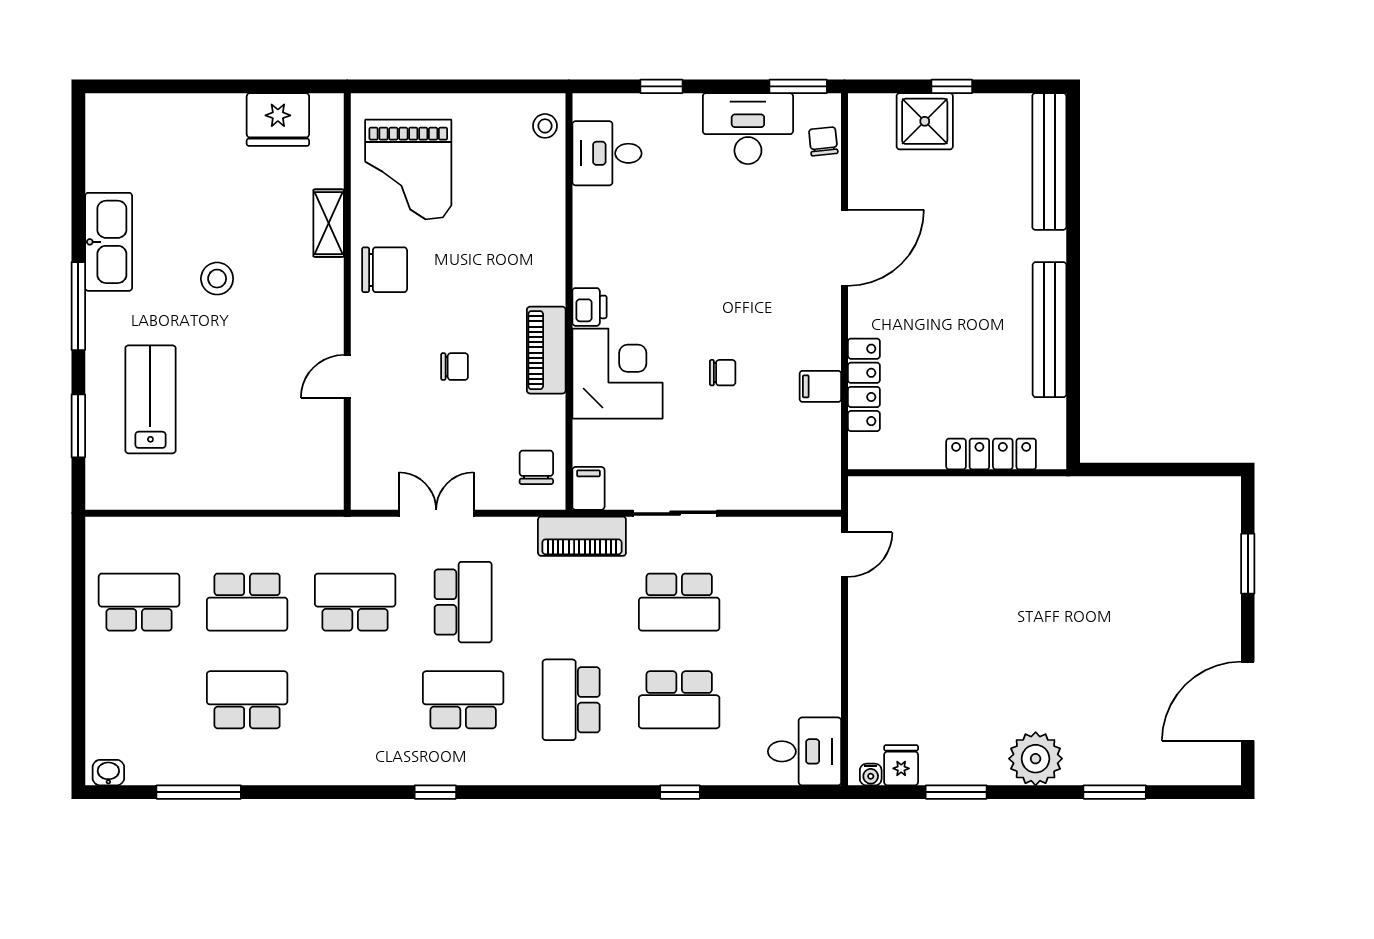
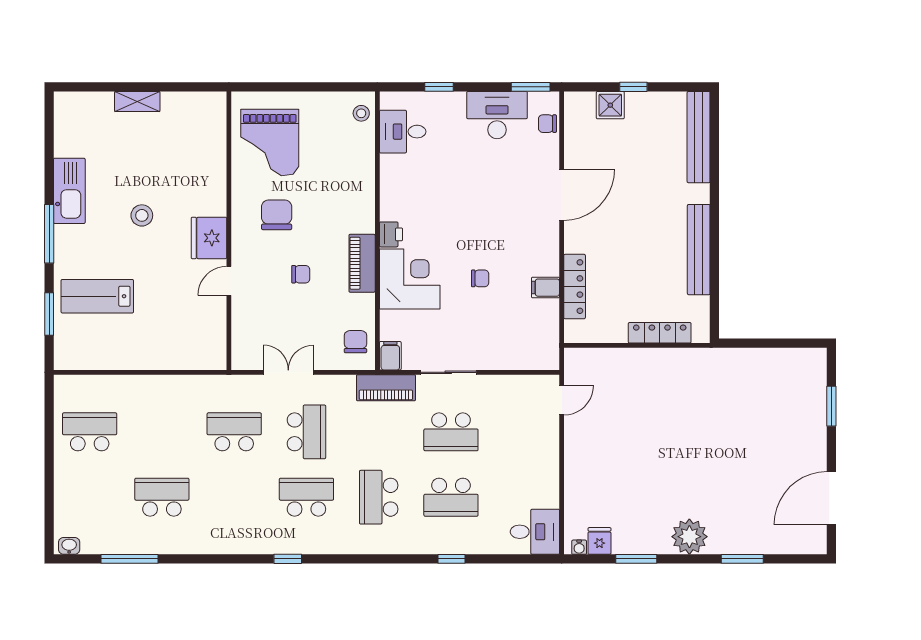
fridge: (278, 120) -> (209, 238), moved, turned 90
shower: (925, 121) -> (610, 105), width x0.73, depth x0.73
chair: (823, 141) -> (547, 124), turned -84
shelving: (329, 223) -> (137, 101), moved, turned 90
chair: (385, 270) -> (277, 215), moved, turned -90
lab bench: (150, 399) -> (97, 296), turned -90
school desk: (247, 602) -> (162, 432), removed

